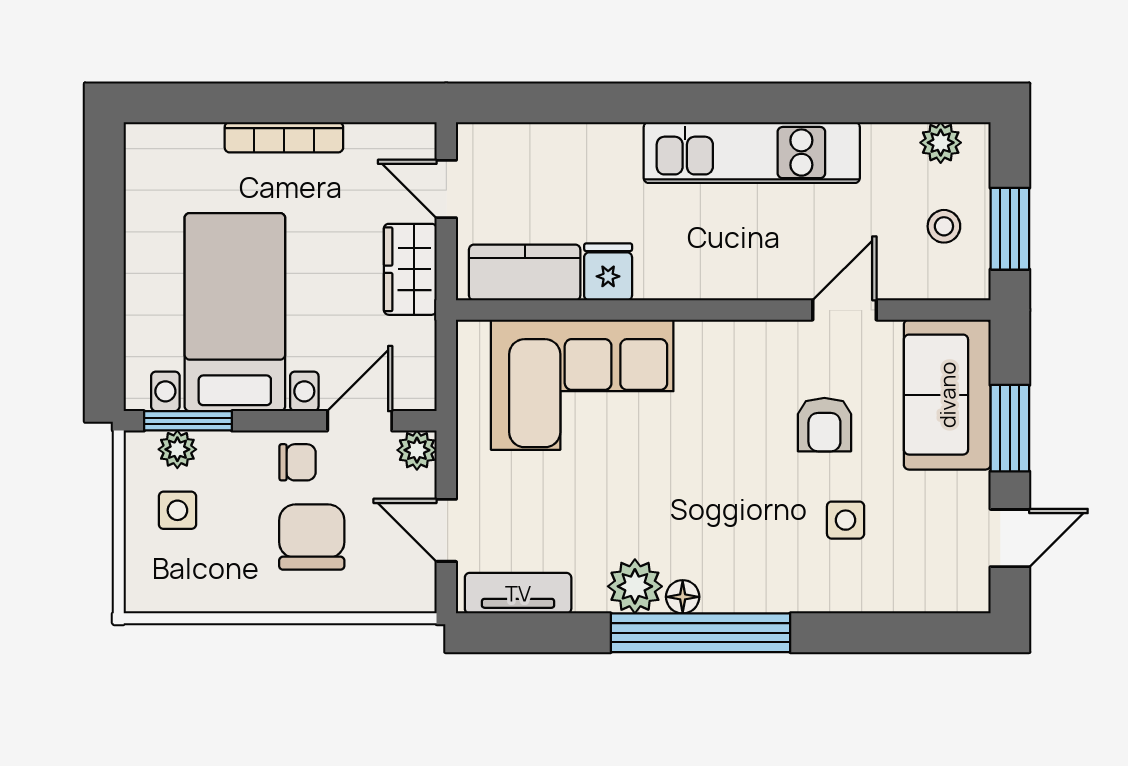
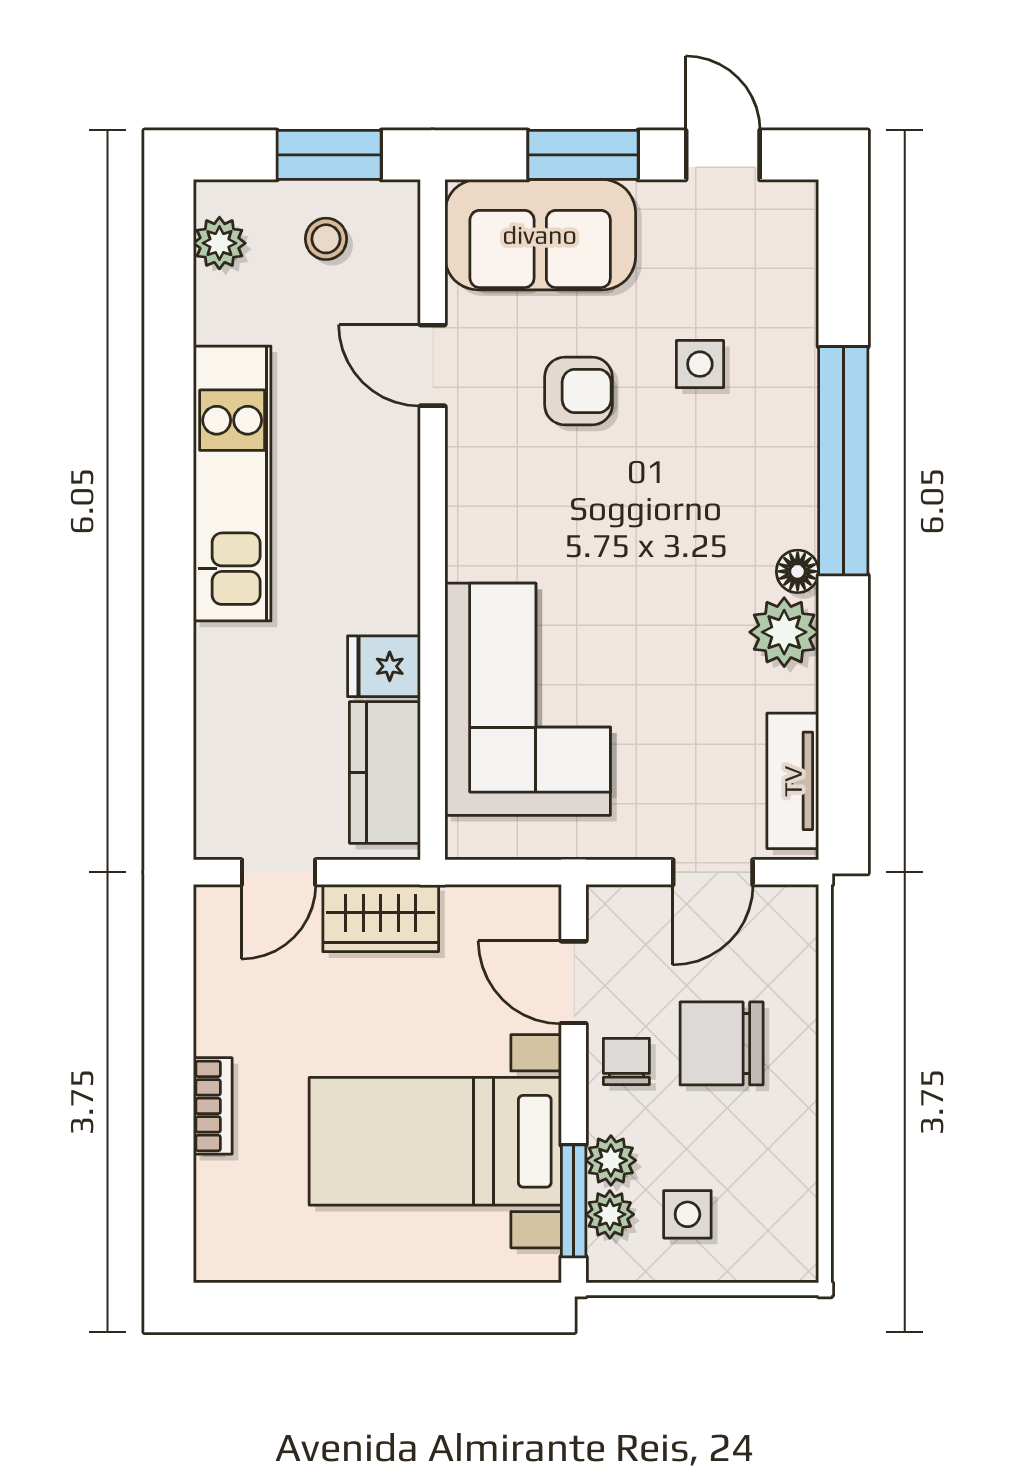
bookcase: (284, 137) -> (213, 1106), width x0.64
plant: (417, 450) -> (611, 1160), moved
window: (700, 633) -> (843, 461), moved

